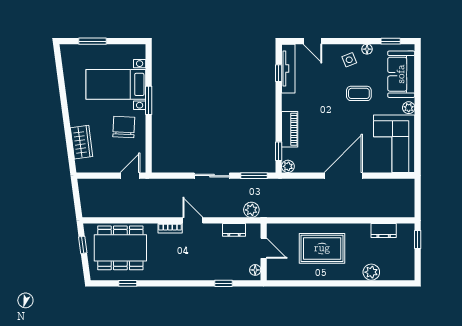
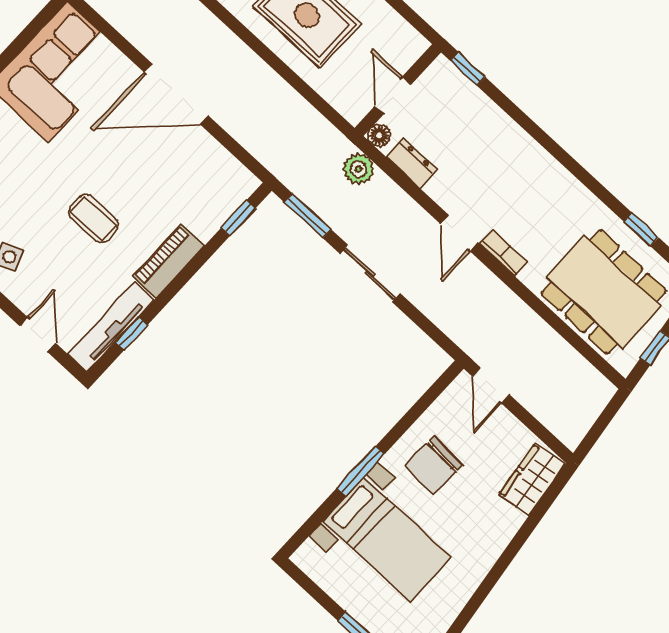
coffee table: (359, 93) -> (93, 218), moved
piano: (290, 129) -> (169, 261), moved
wardrobe: (82, 142) -> (532, 479), moved
plant: (288, 166) -> (245, 183), removed
door: (130, 176) -> (491, 385), hinge flipped
floor lamp: (255, 270) -> (379, 136), moved
window: (223, 283) -> (468, 69), moved

